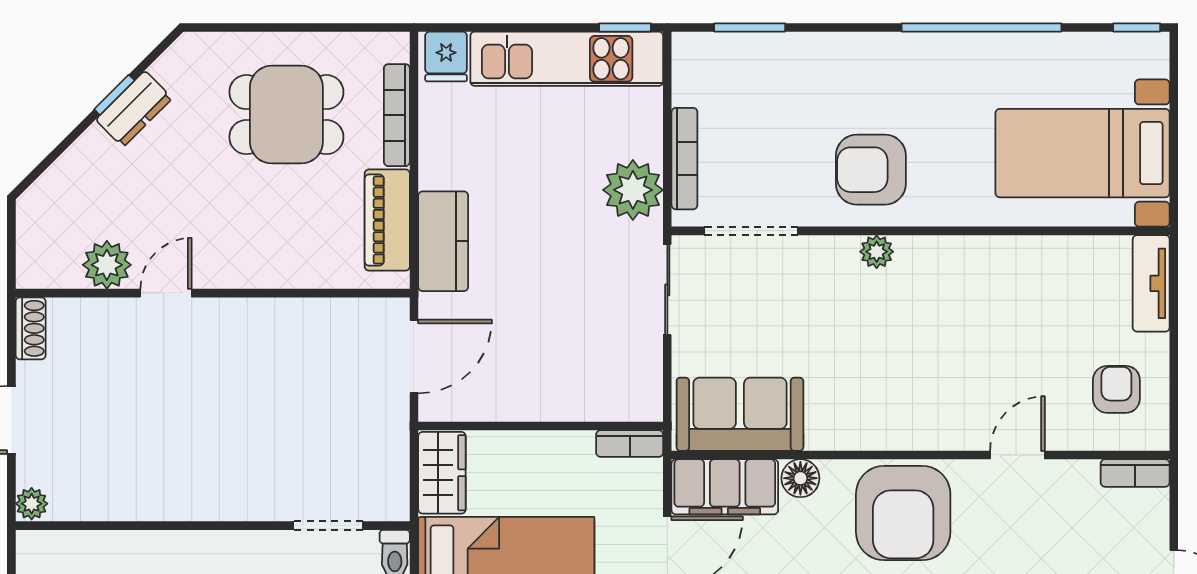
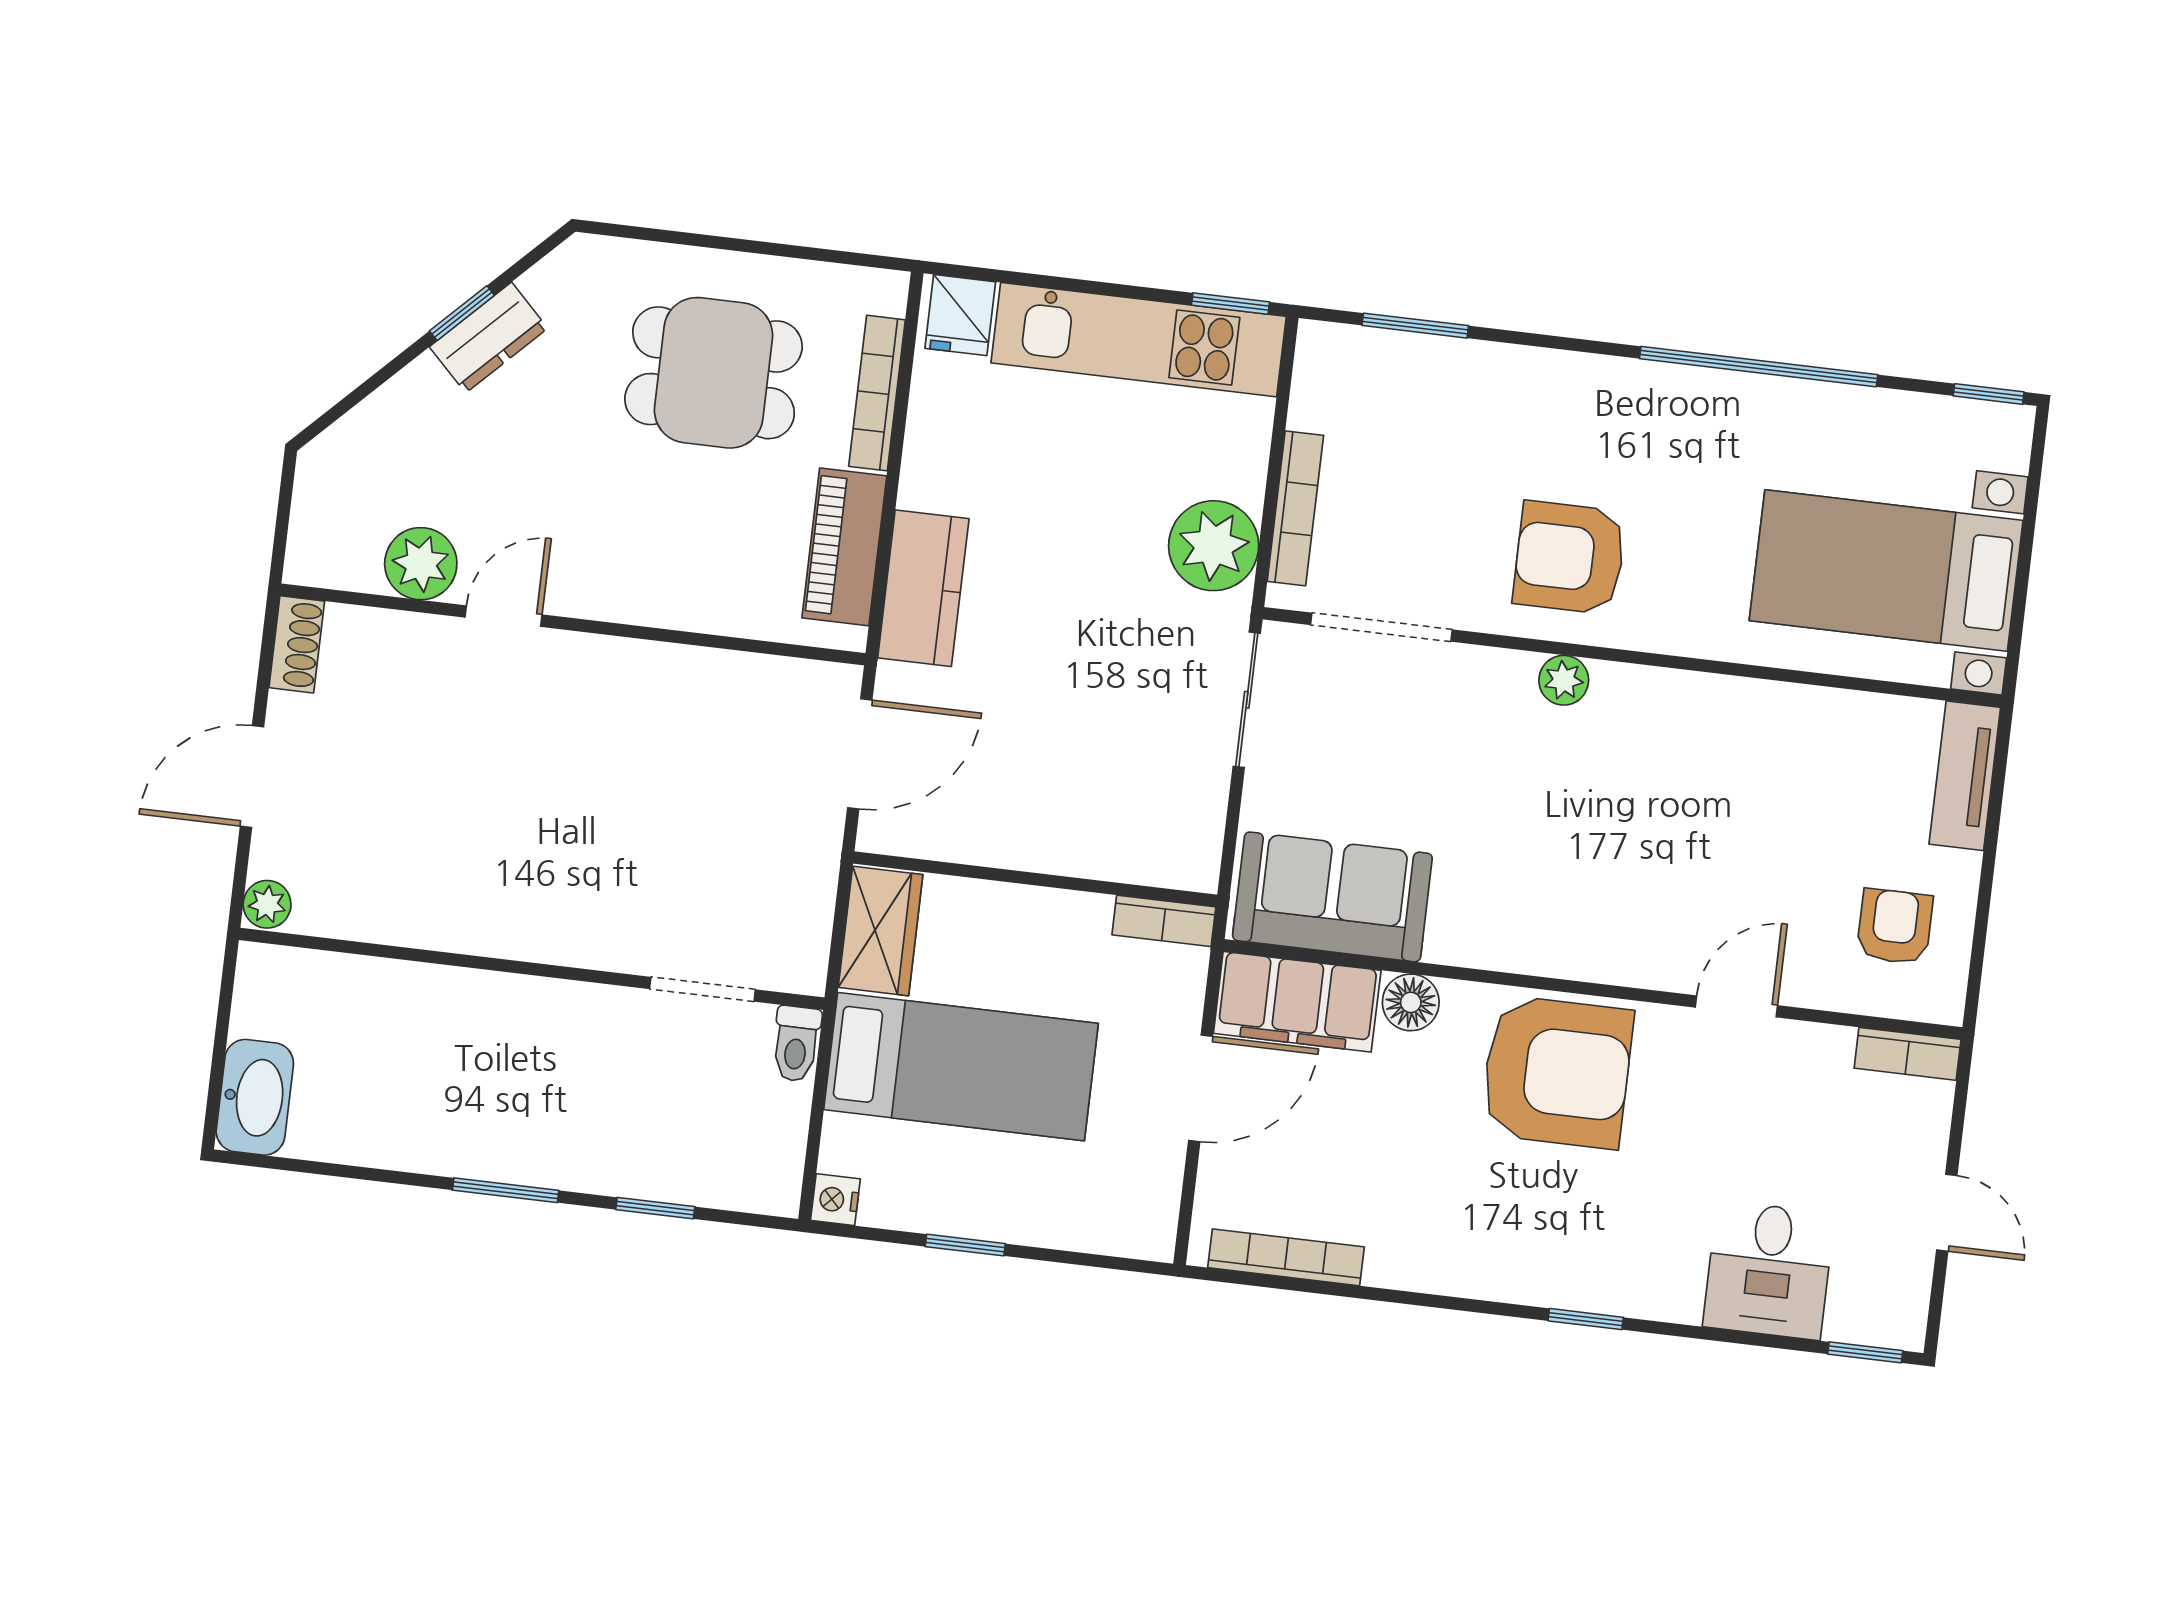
armchair: (903, 513) -> (1557, 1072), turned -90

